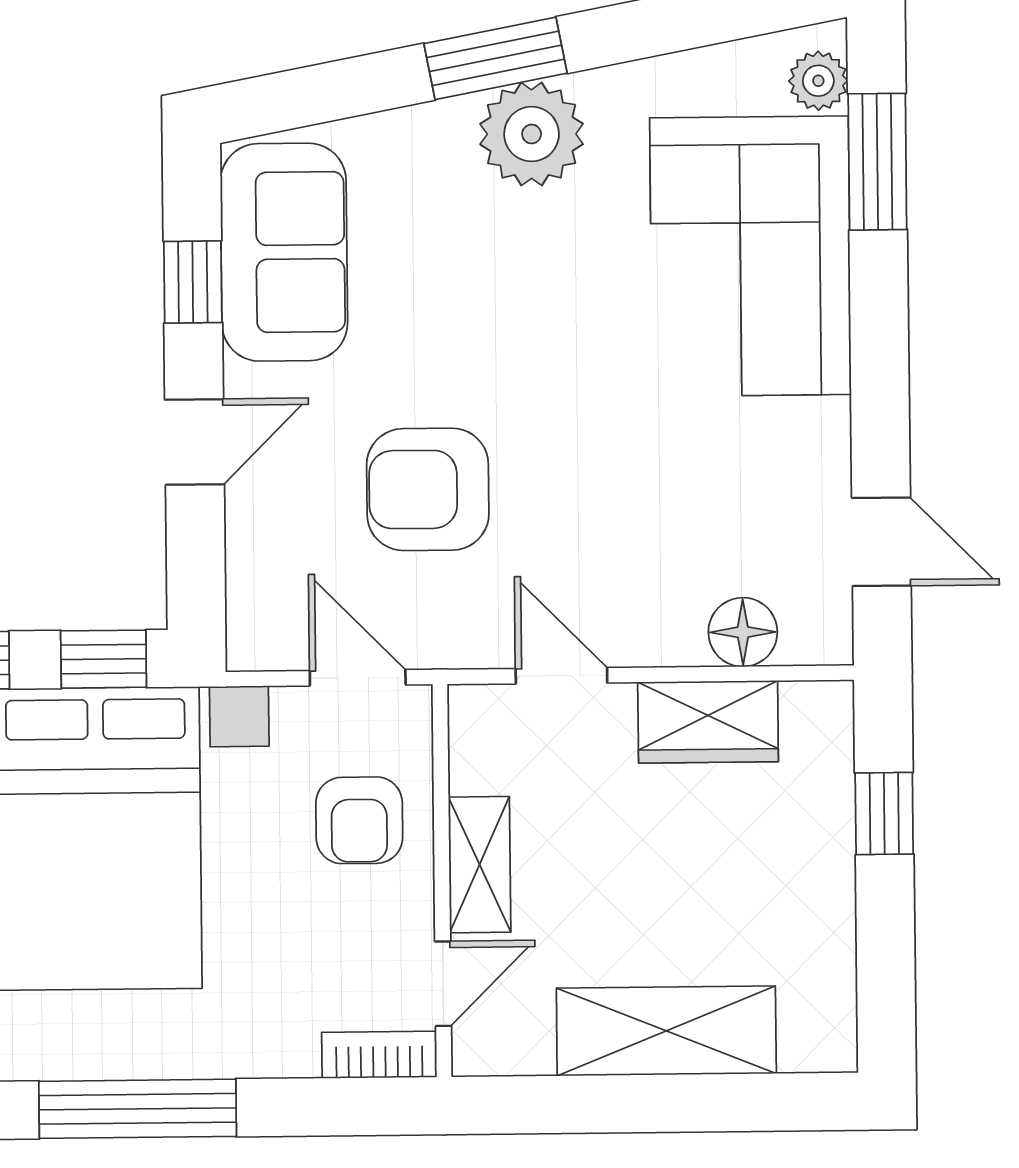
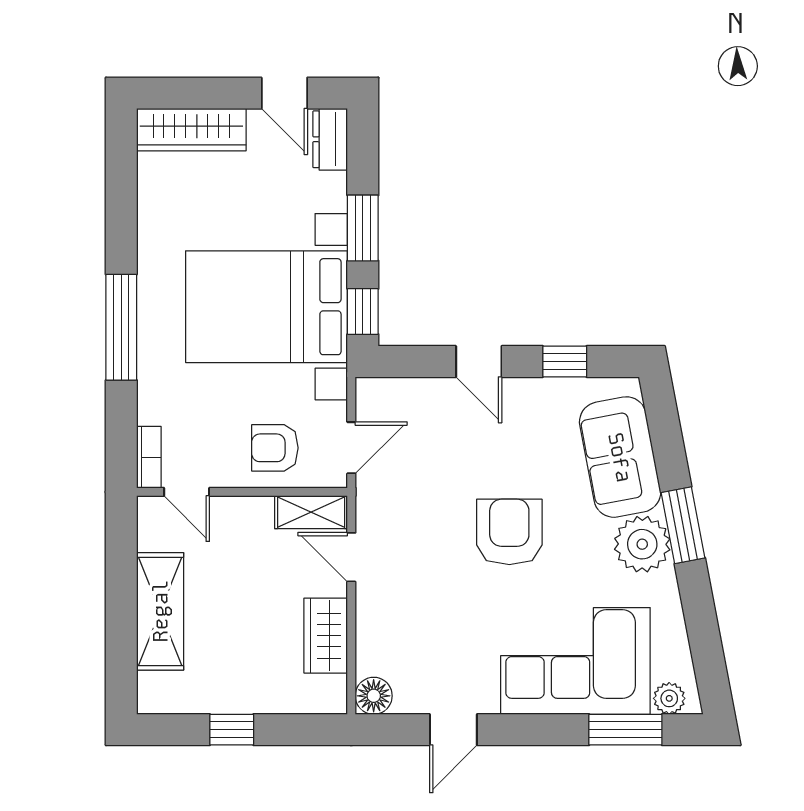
sofa: (284, 252) -> (620, 457), moved, turned 79
armchair: (428, 489) -> (509, 532), moved
door: (881, 542) -> (453, 730), moved
floor lamp: (743, 632) -> (374, 696), moved
door: (561, 676) -> (351, 557), swing flipped
window: (884, 814) -> (232, 730), moved
shelving: (480, 865) -> (311, 512), moved

